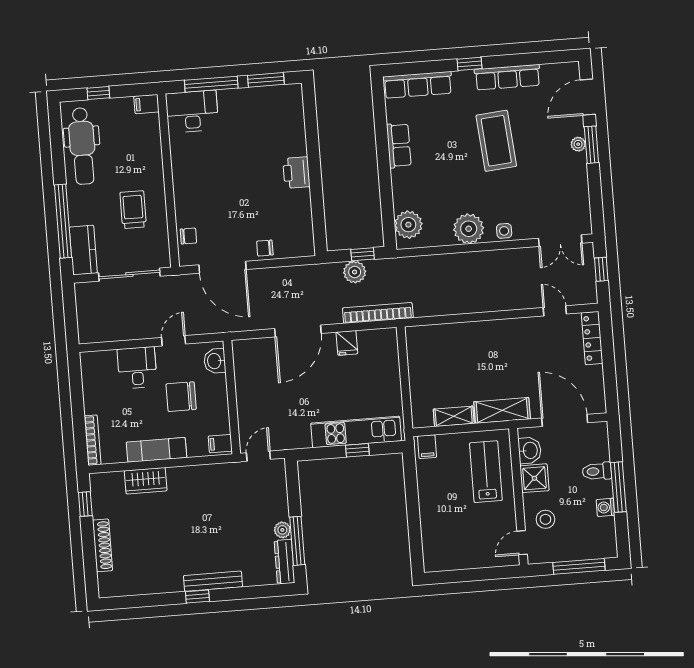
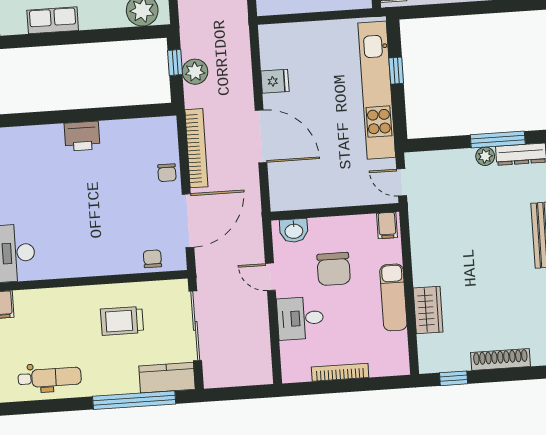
dental chair: (82, 146) -> (50, 377), width x0.73, depth x0.72
bookcase: (378, 313) -> (196, 148), moved, turned 180
kitchen unit: (356, 432) -> (377, 90), width x1.36
bookcase: (93, 440) -> (340, 372), moved

